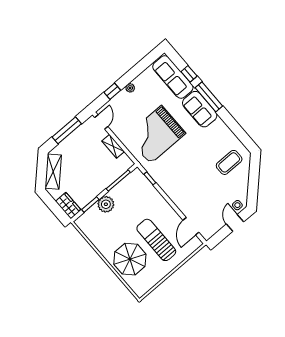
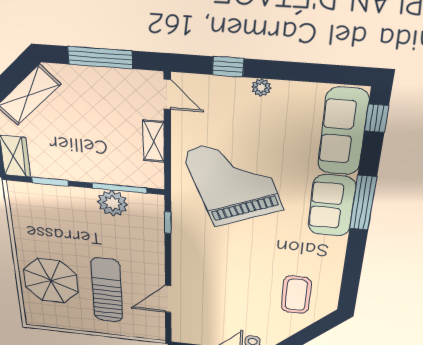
window: (189, 74) -> (377, 118), moved
door: (101, 122) -> (167, 94), hinge flipped
grand piano: (156, 135) -> (233, 181), turned 67
coffee table: (229, 162) -> (296, 295), turned 90
plant: (106, 204) -> (113, 203), moved
door: (191, 226) -> (168, 299), moved

